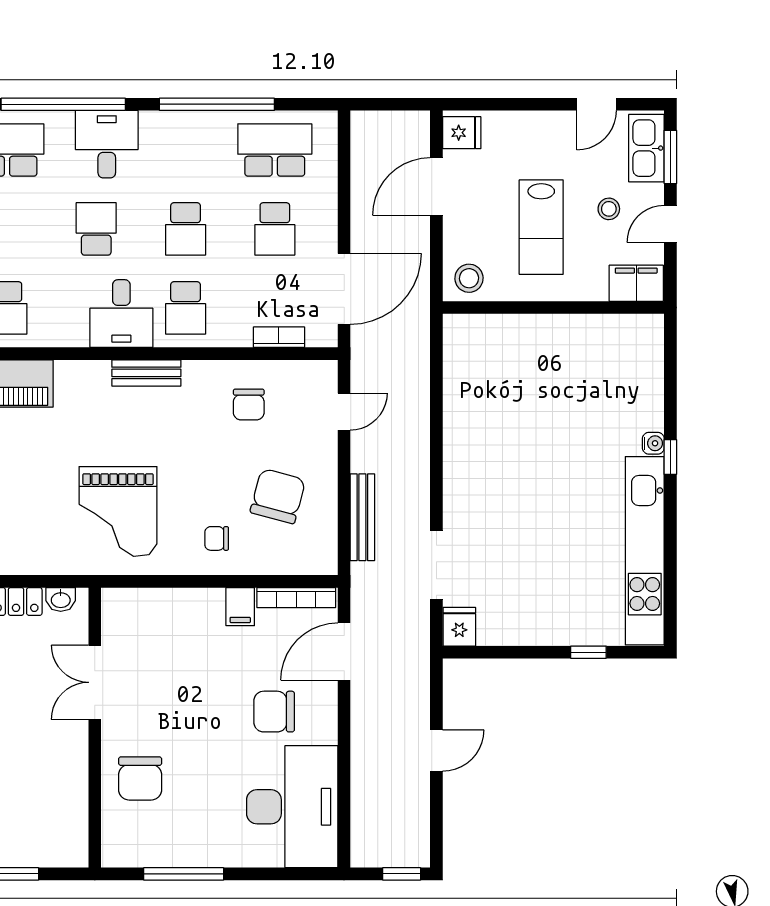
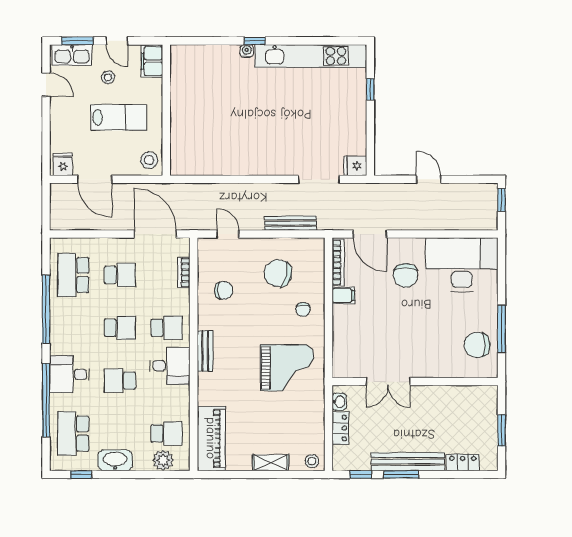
chair: (140, 778) -> (477, 345), moved, turned 180

